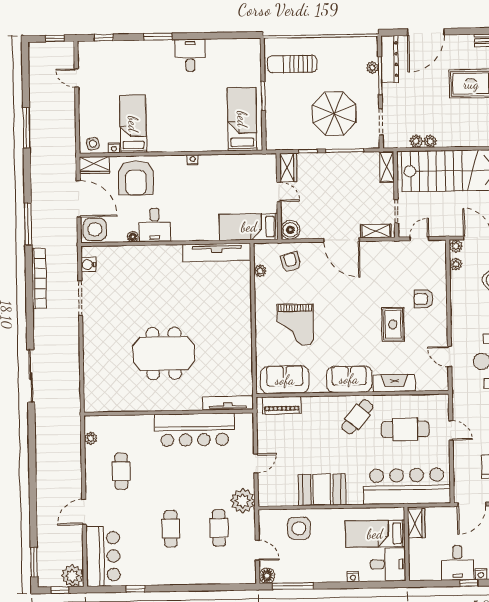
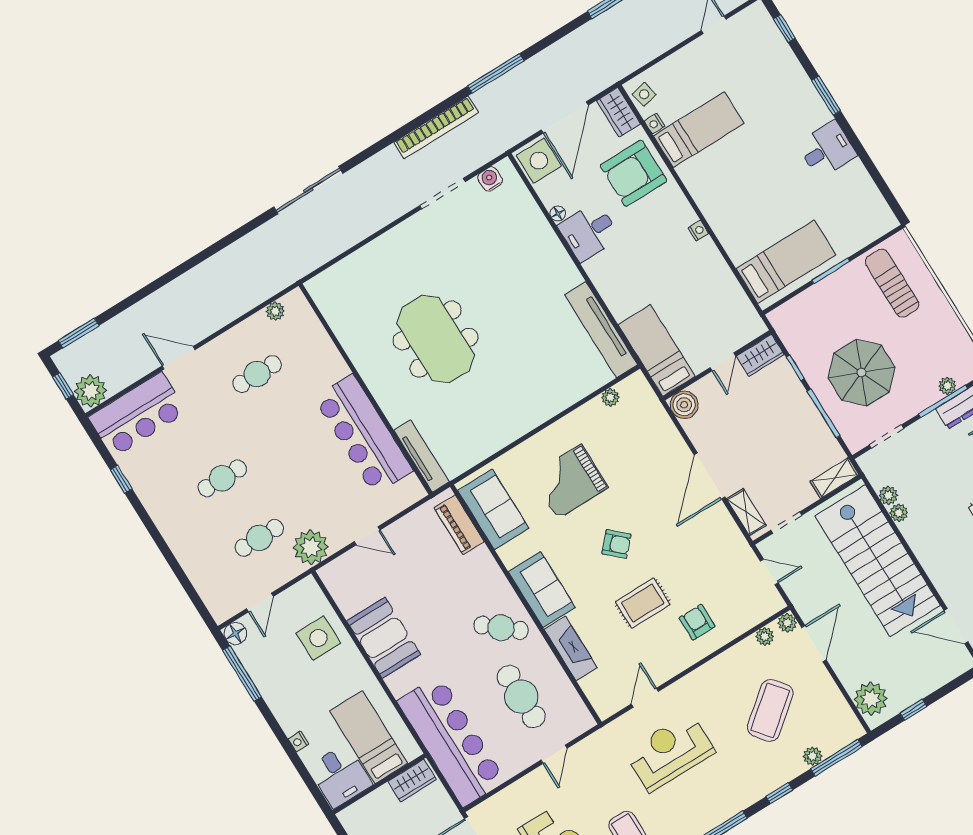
armchair: (291, 262) -> (616, 544), moved, turned 59

